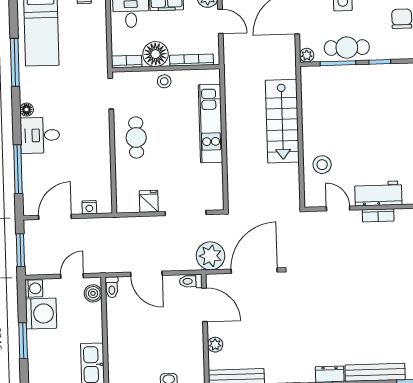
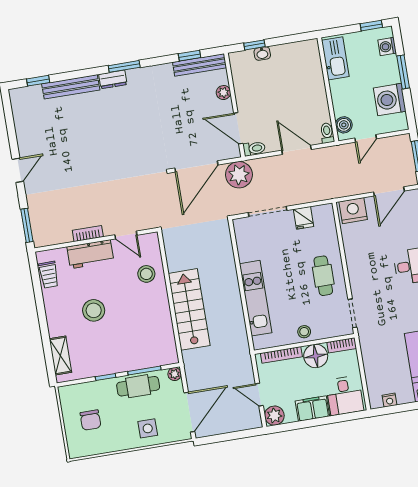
stool: (383, 134) -> (94, 310), added
nightstand: (89, 207) -> (353, 211), width x1.89, depth x1.79
washing machine: (34, 288) -> (387, 47), moved

